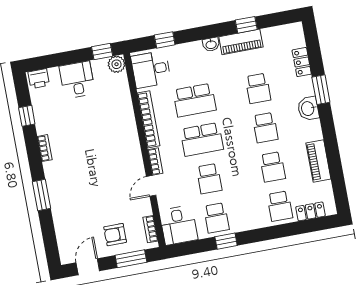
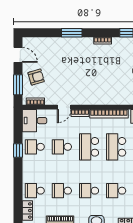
door: (151, 186) -> (64, 107), swing flipped
armchair: (115, 235) -> (36, 77), turned 74

